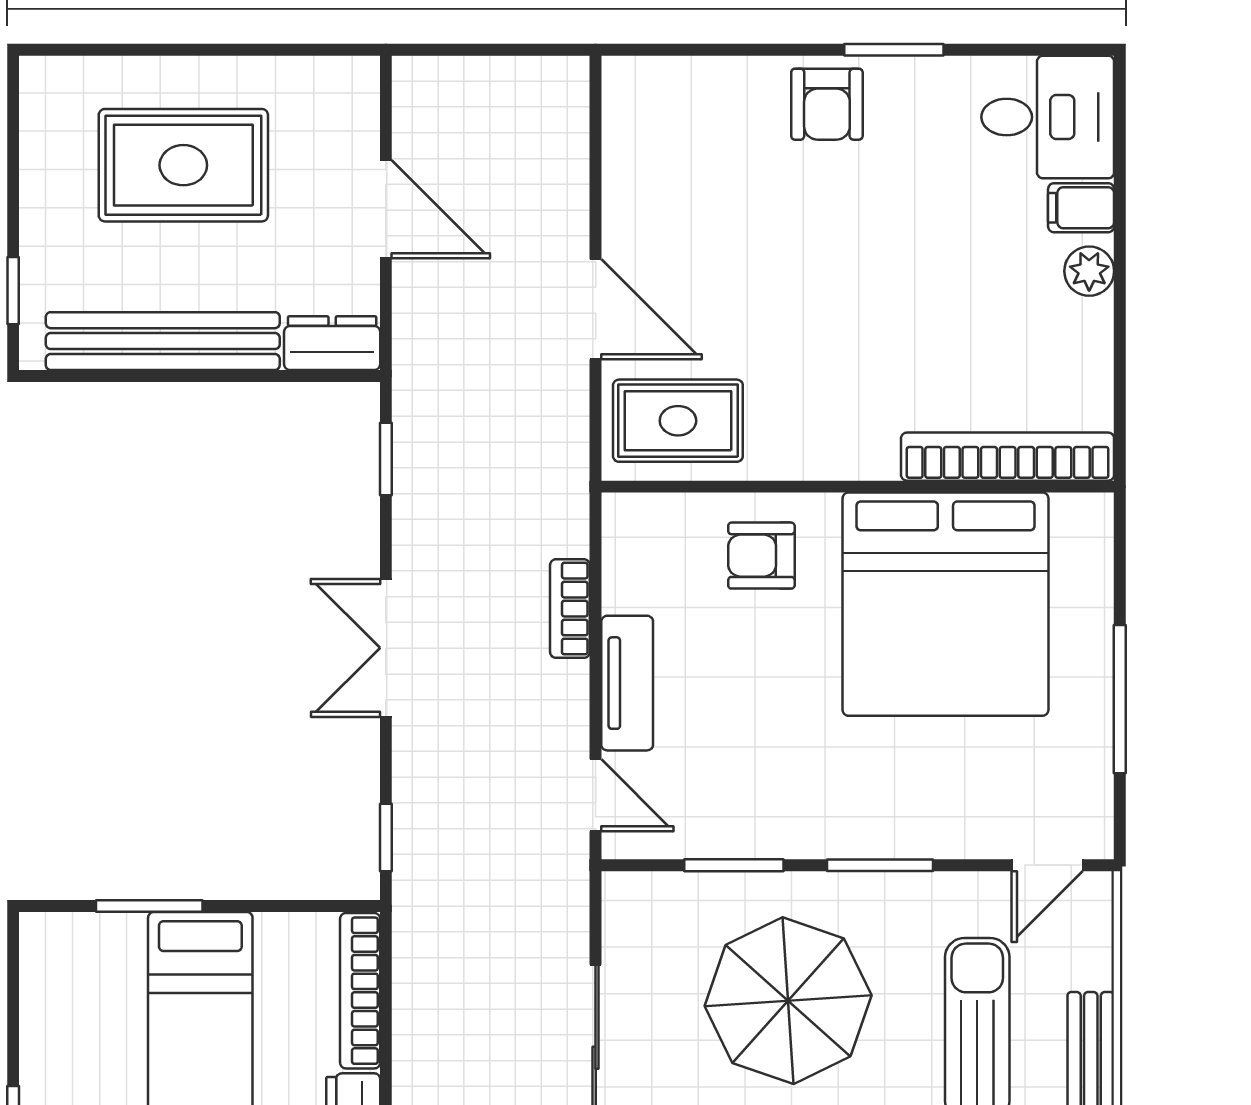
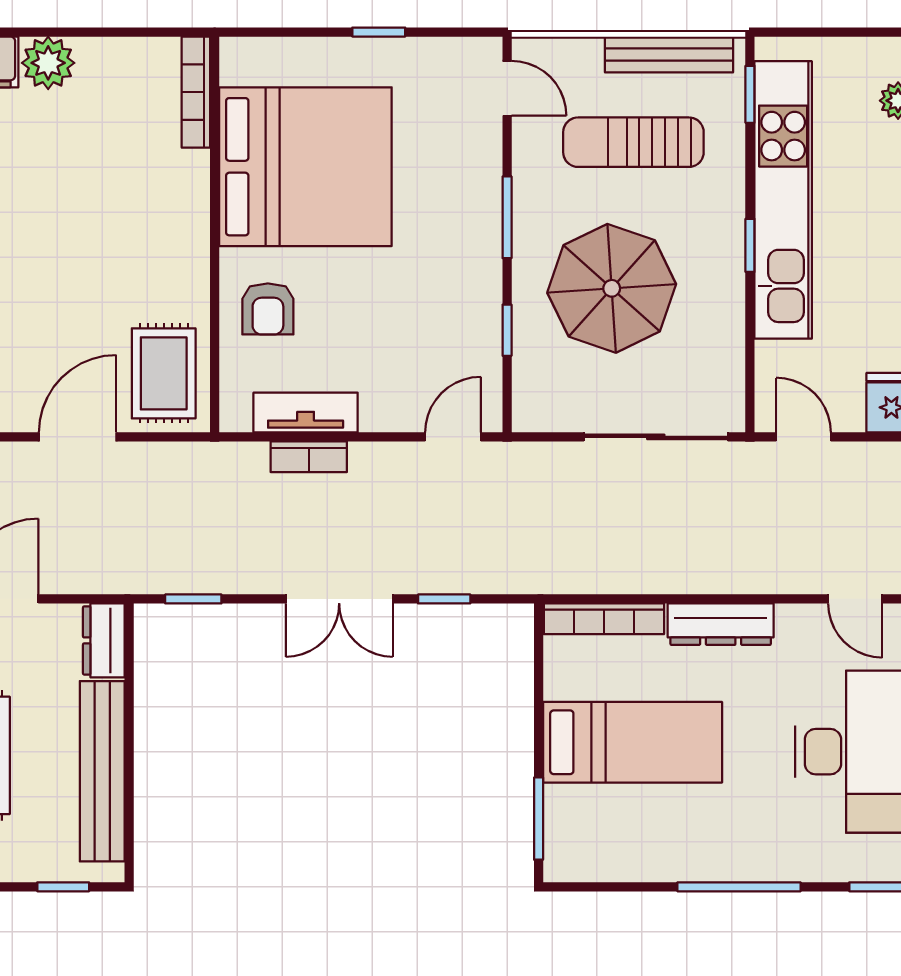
plant: (1089, 271) -> (48, 63), width x1.38, depth x1.38
bookcase: (1008, 457) -> (196, 92), width x0.68, depth x0.76
tv unit: (627, 683) -> (306, 413), moved
window: (1120, 699) -> (379, 32), width x0.46
window: (386, 837) -> (444, 599), moved
window: (734, 865) -> (507, 330), width x0.67
window: (149, 906) -> (539, 819), moved

